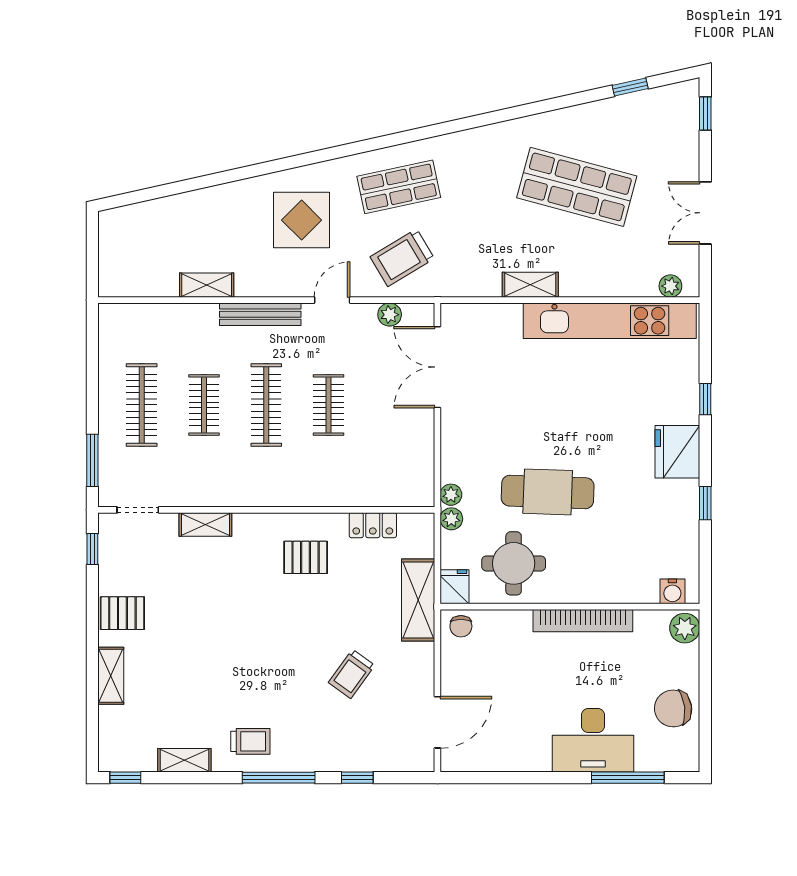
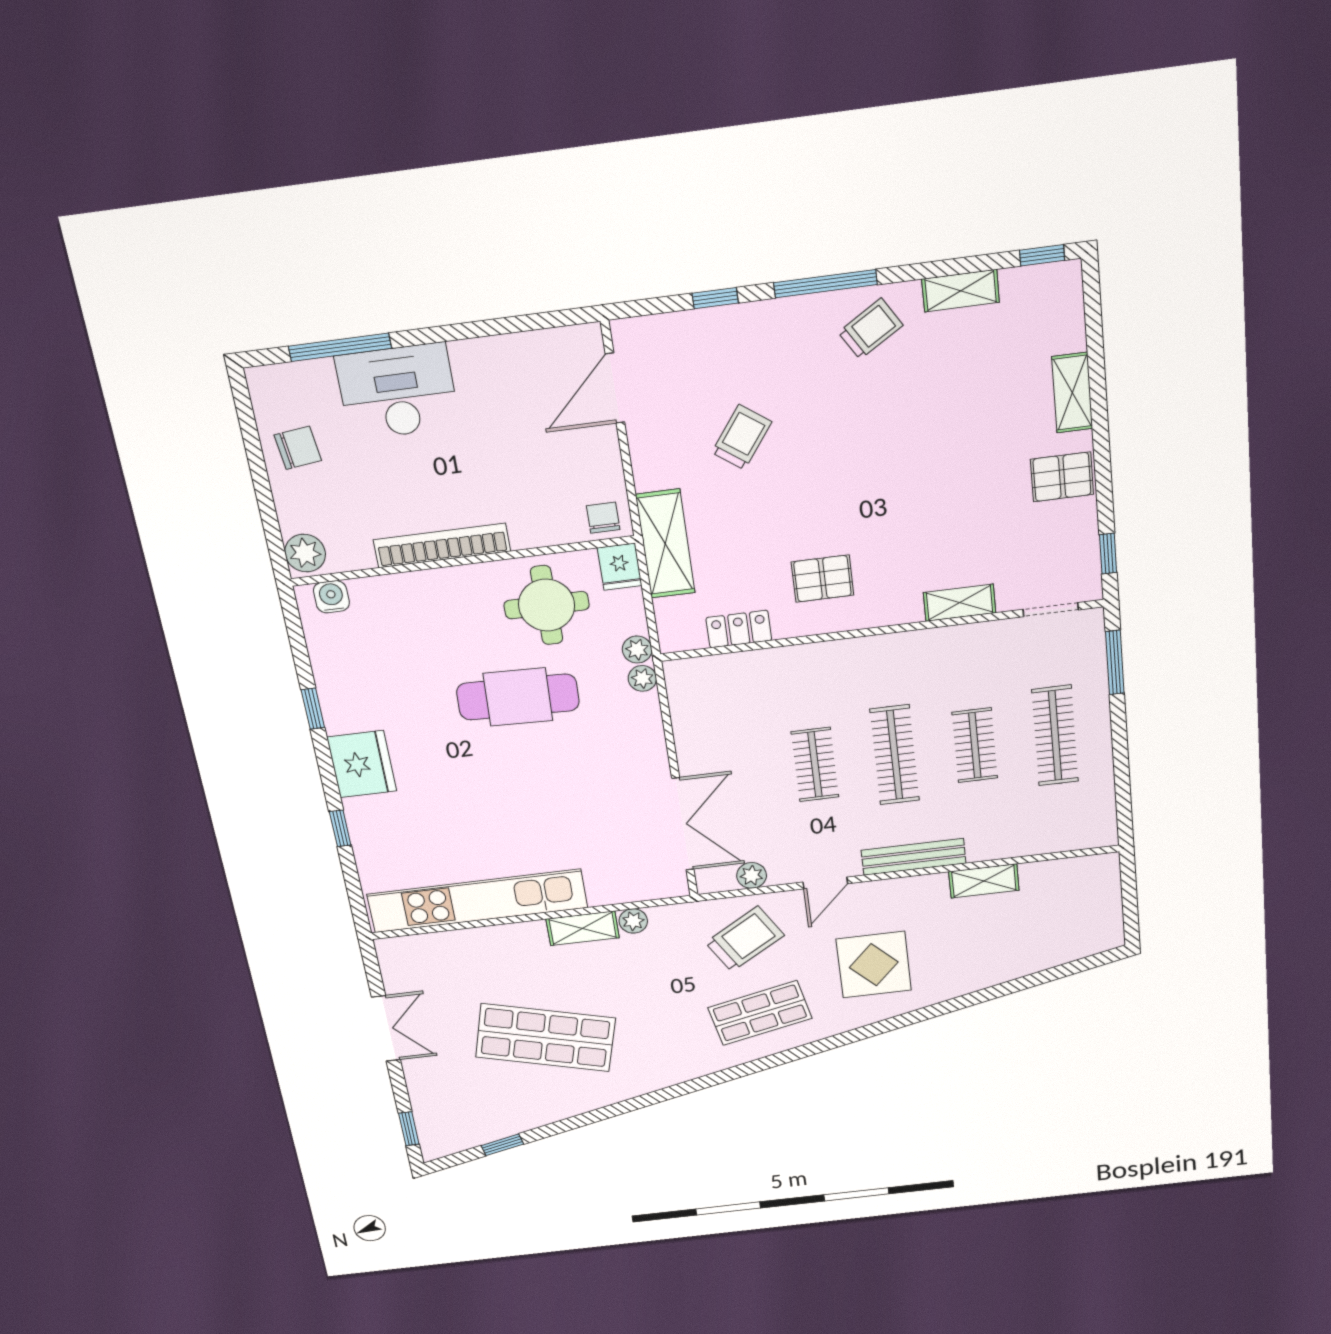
plant: (670, 286) -> (633, 921), moved
chair: (673, 708) -> (298, 448), width x0.73, depth x0.73
trolley: (250, 741) -> (871, 329), turned 148

